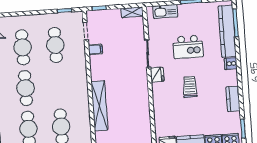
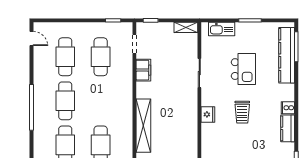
kitchen island: (188, 47) -> (243, 69), turned -90
filing cabinet: (95, 49) -> (143, 70), width x2.00
cooker: (231, 64) -> (288, 108), moved
fridge: (157, 75) -> (208, 114), moved
trolley: (190, 87) -> (242, 112), turned 180

